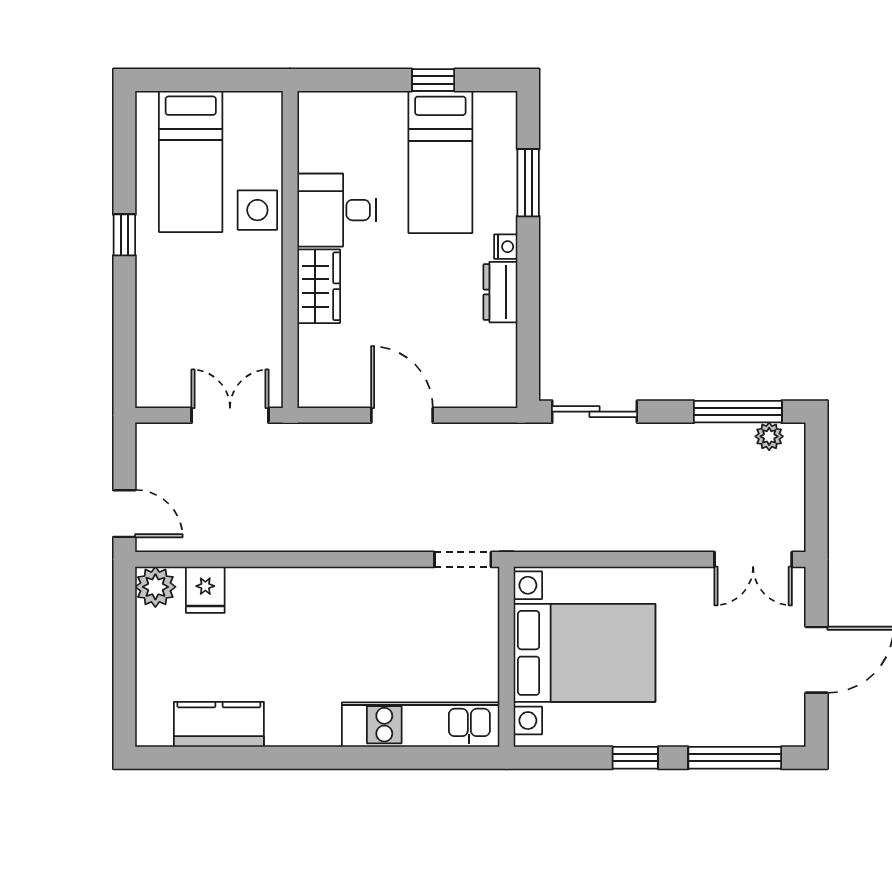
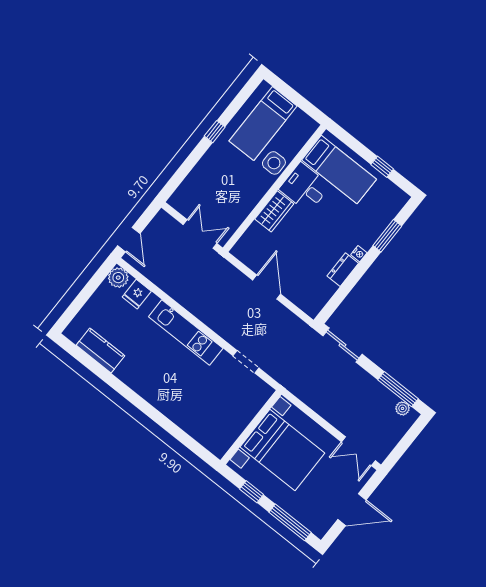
bed: (440, 162) -> (339, 170), moved, turned -90
bed with nightstands: (585, 653) -> (282, 450), moved
wall: (506, 657) -> (251, 427), moved
kitchen unit: (421, 725) -> (186, 332), moved, turned 180

